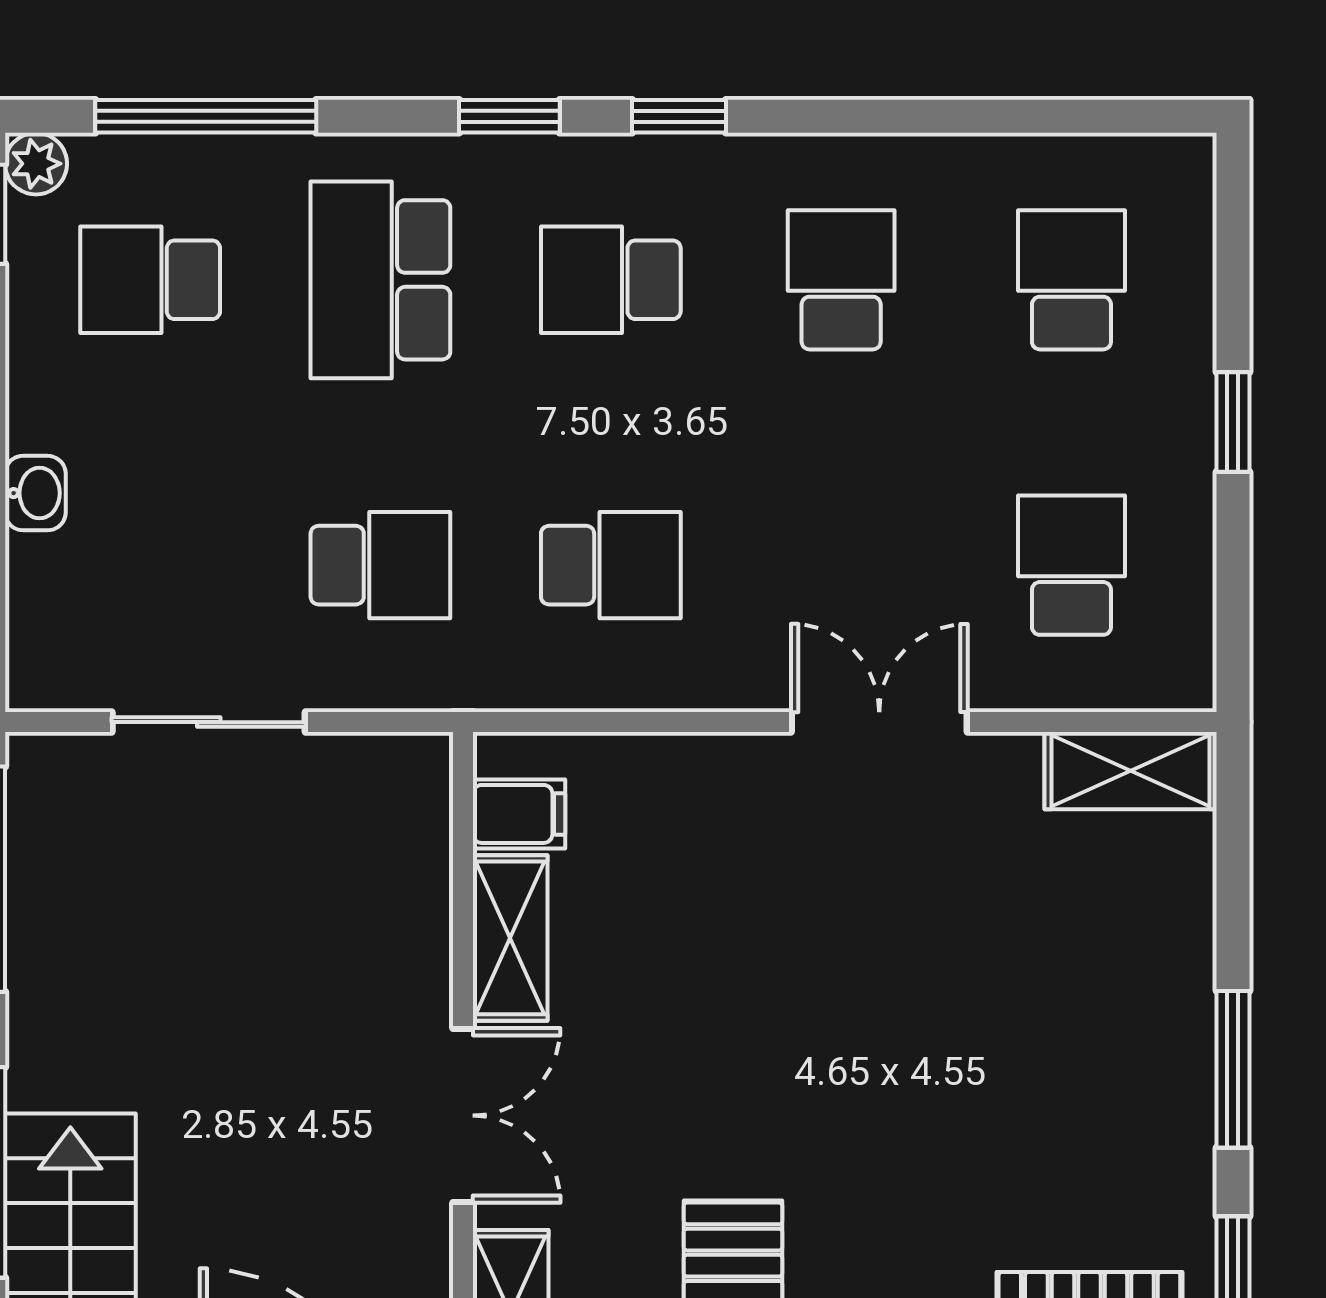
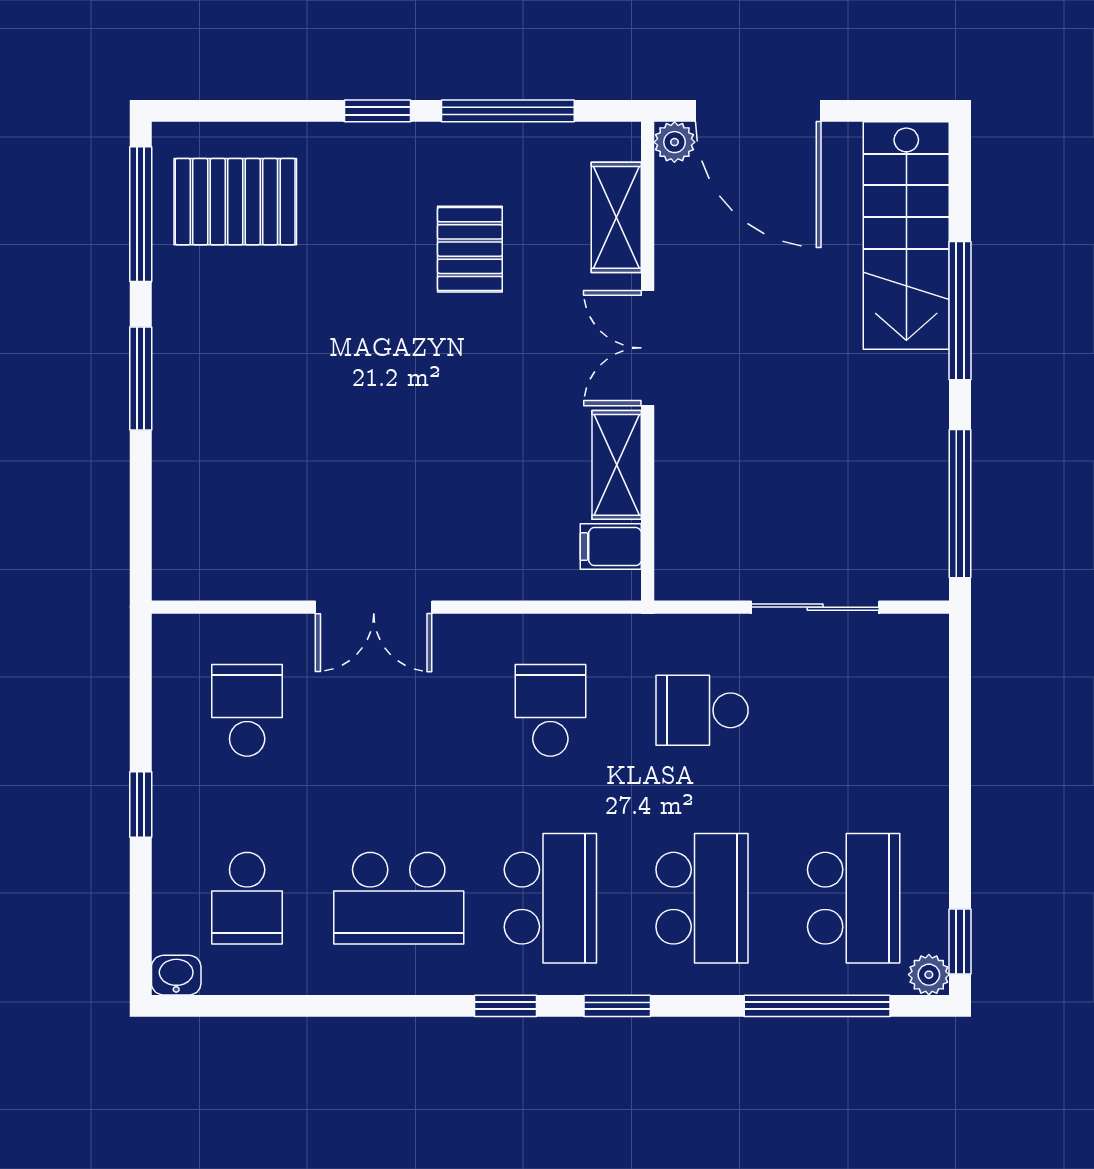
school desk: (150, 280) -> (854, 898), width x1.85
school desk: (611, 280) -> (550, 898), width x1.85
school desk: (841, 280) -> (399, 898), width x1.85
washbasin: (35, 493) -> (176, 975), moved, turned 90
school desk: (611, 565) -> (550, 710), turned 90
school desk: (1071, 565) -> (247, 710), turned 180
shelving: (1131, 771) -> (208, 575), removed

